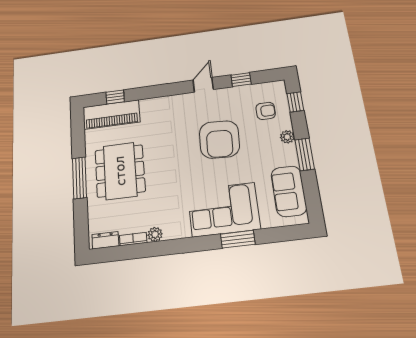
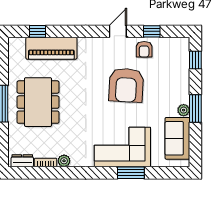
armchair: (266, 111) -> (144, 49), moved, turned 90
piano: (111, 115) -> (51, 48), moved
plant: (287, 137) -> (184, 110), moved

